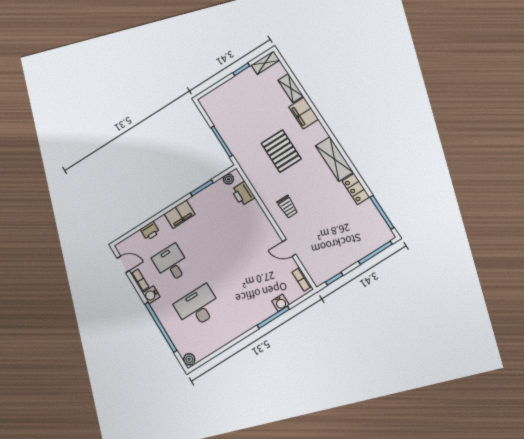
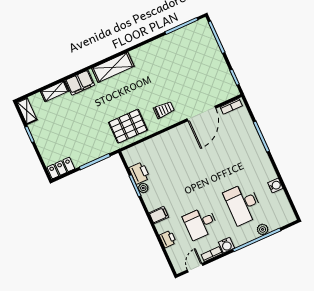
pallet: (281, 151) -> (128, 126), moved
shelving: (334, 159) -> (113, 67), moved
plant: (228, 179) -> (143, 188), moved
locker: (356, 189) -> (61, 168), moved, turned 180
printer: (243, 194) -> (139, 173), moved, turned -90
filing cabinet: (180, 214) -> (159, 215), width x0.50
door: (289, 248) -> (201, 113), width x1.87
water cooler: (280, 303) -> (275, 186), moved
plant: (189, 359) -> (263, 229), moved

